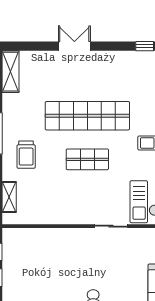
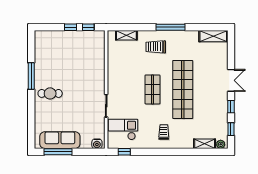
window: (112, 46) -> (231, 107), added

